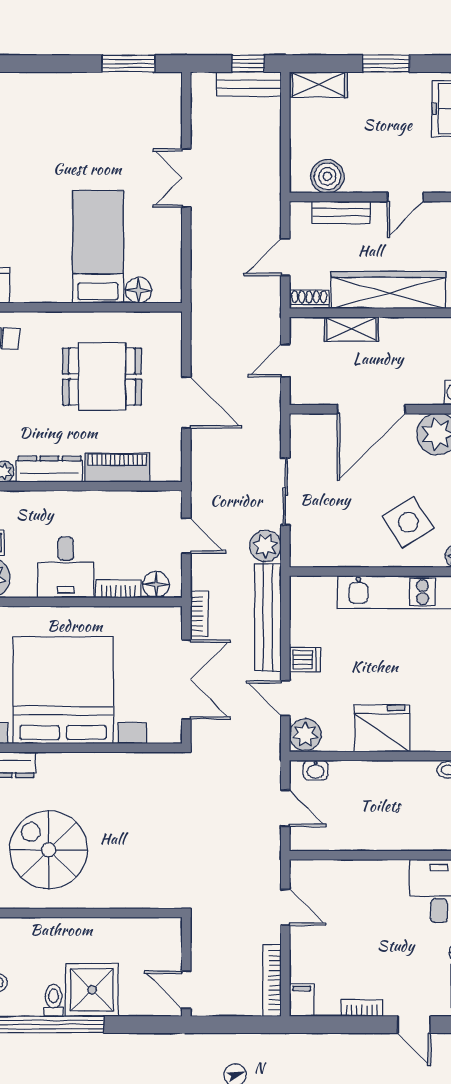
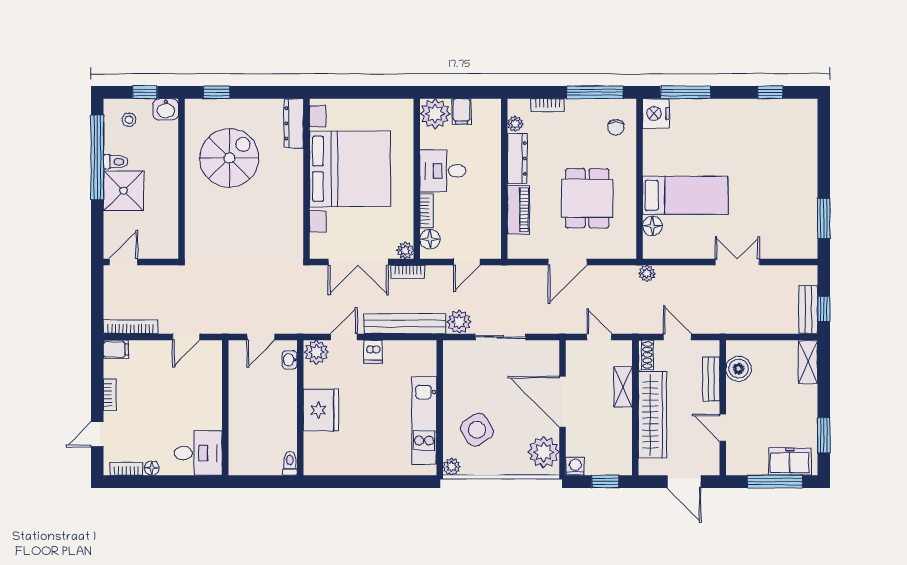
window: (386, 64) -> (824, 435), moved
plant: (201, 298) -> (647, 273), added
plant: (171, 617) -> (405, 250), added

